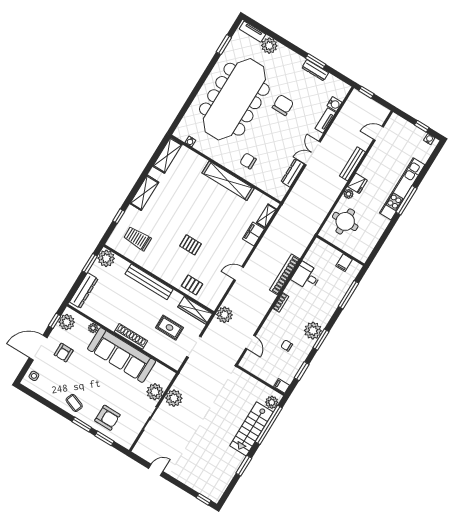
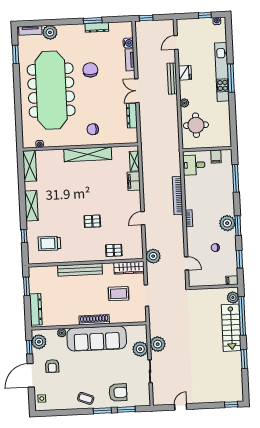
fridge: (357, 183) -> (185, 73), moved
plant: (106, 258) -> (36, 274), removed
desk: (306, 276) -> (194, 165), moved

